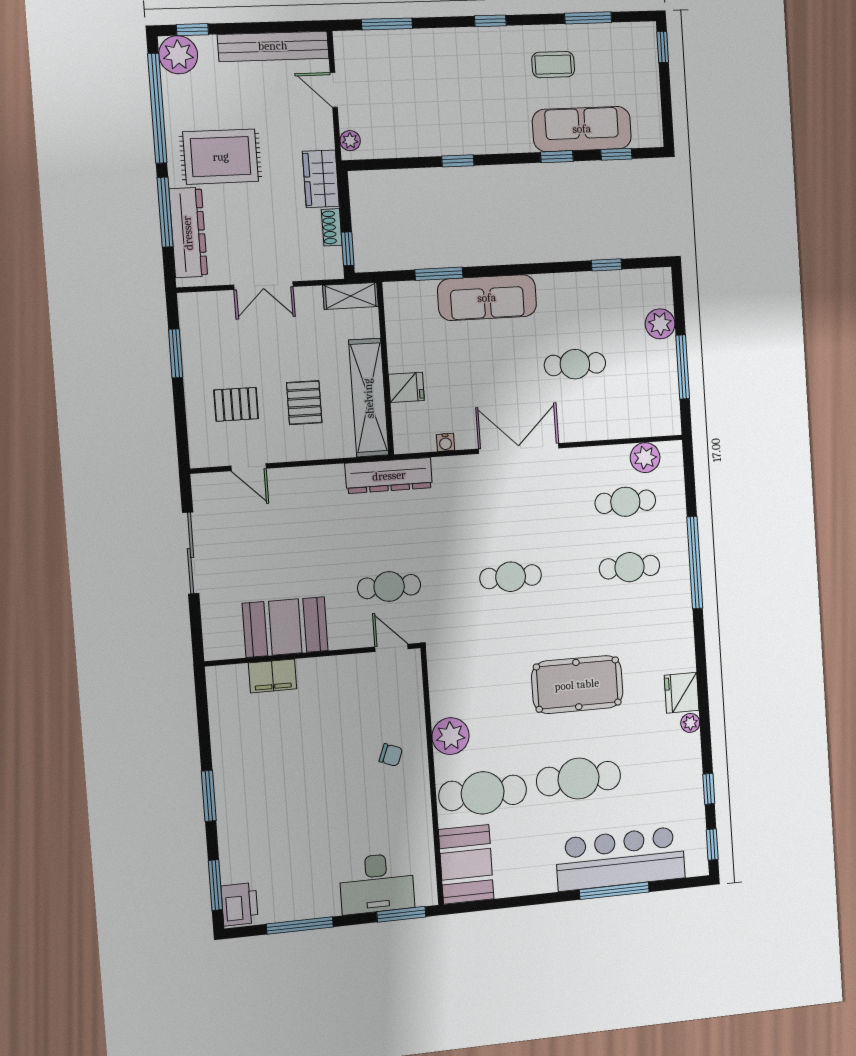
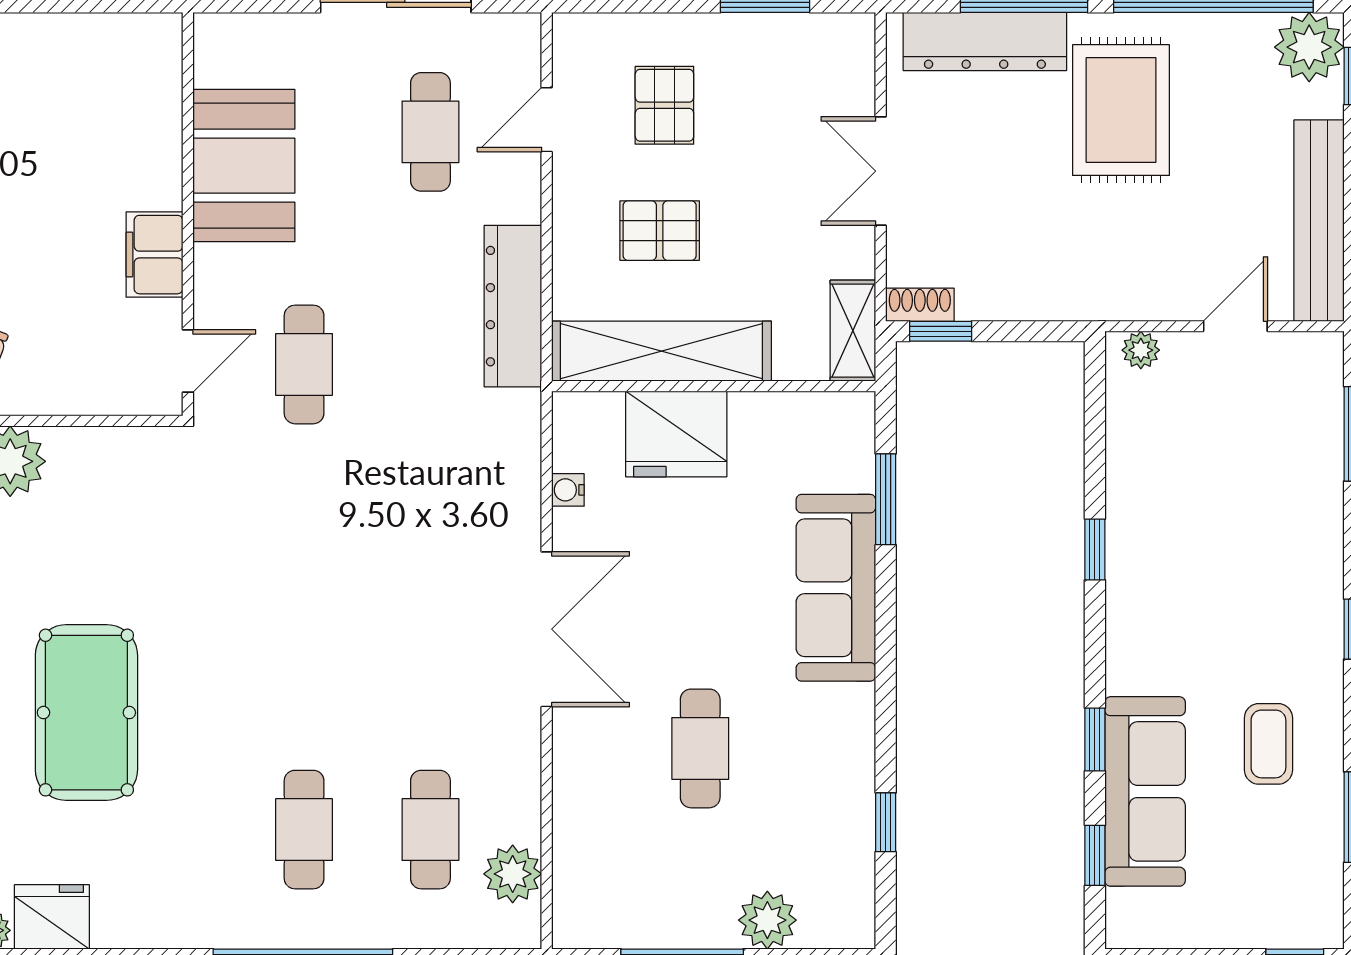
wardrobe: (321, 179) -> (1073, 291), removed
shoe rack: (332, 227) -> (920, 305), moved
fridge: (406, 387) -> (676, 434), width x1.88, depth x1.34
dresser: (389, 476) -> (513, 306), moved
cafe table: (511, 577) -> (430, 132), moved
filing cabinet: (273, 676) -> (154, 255), moved

